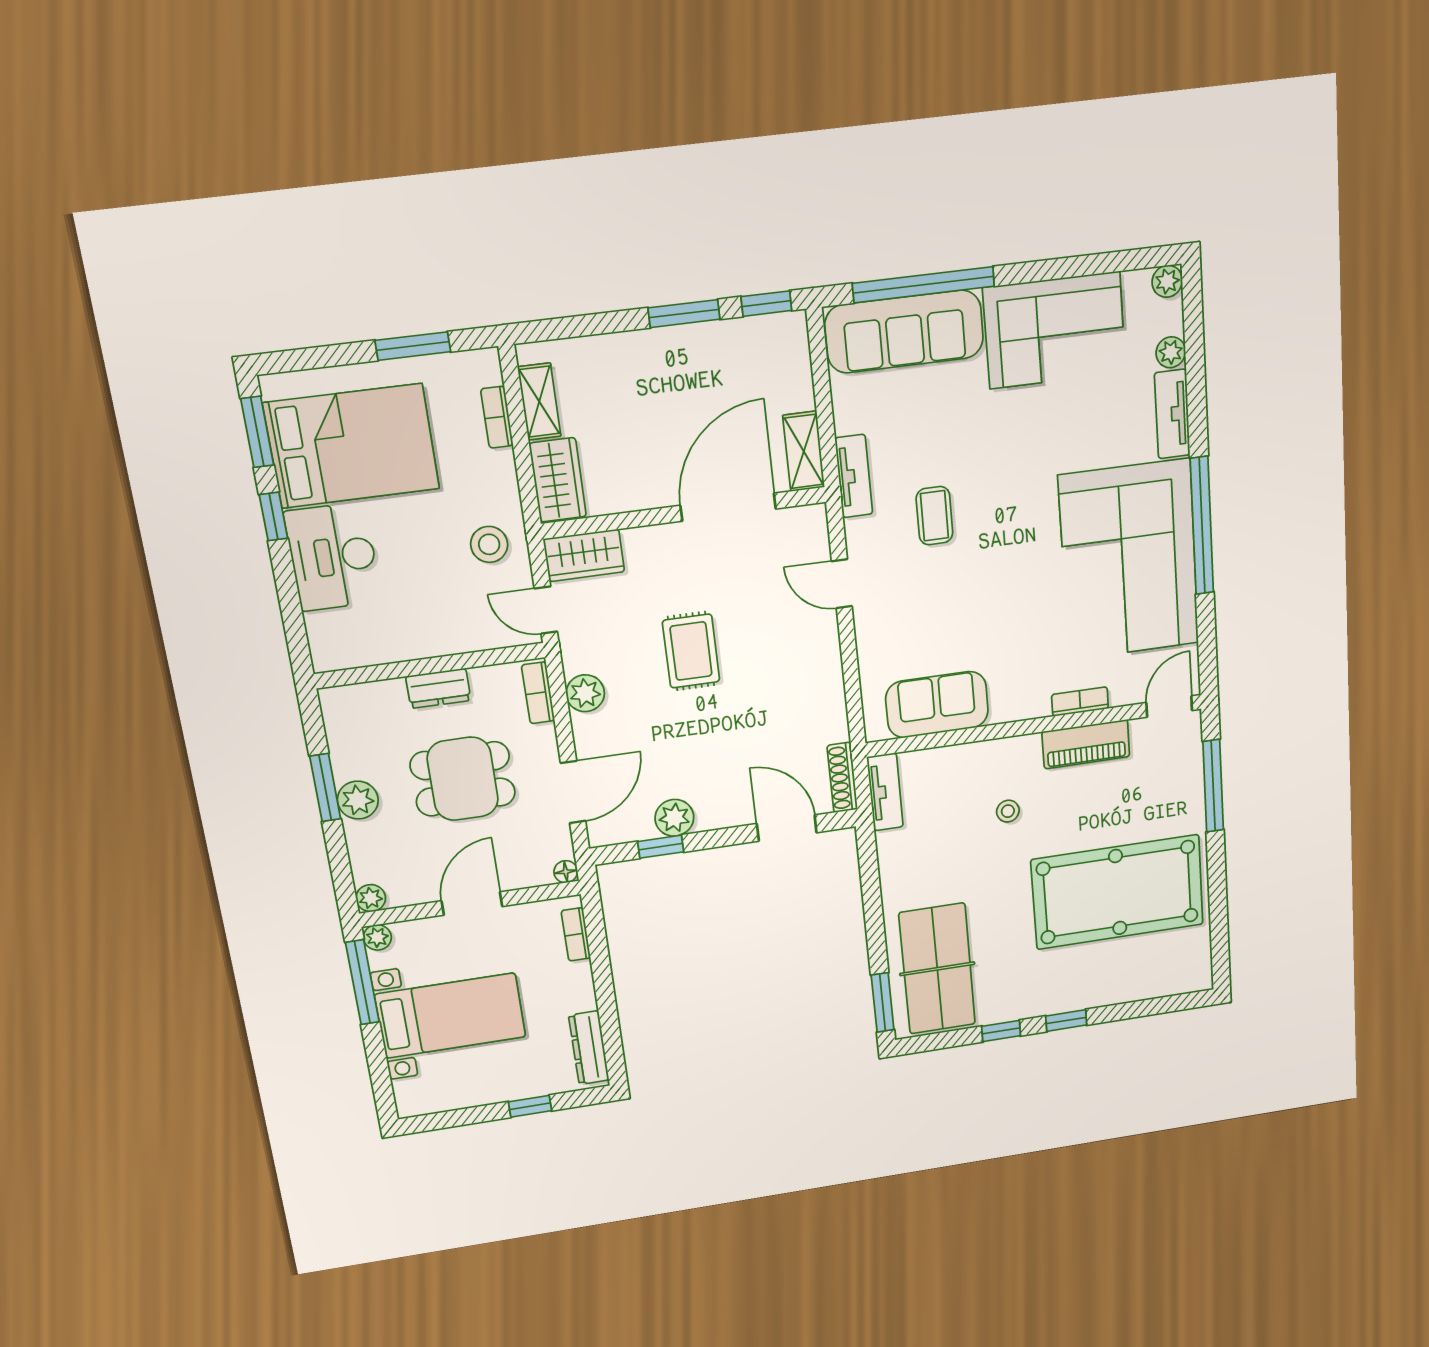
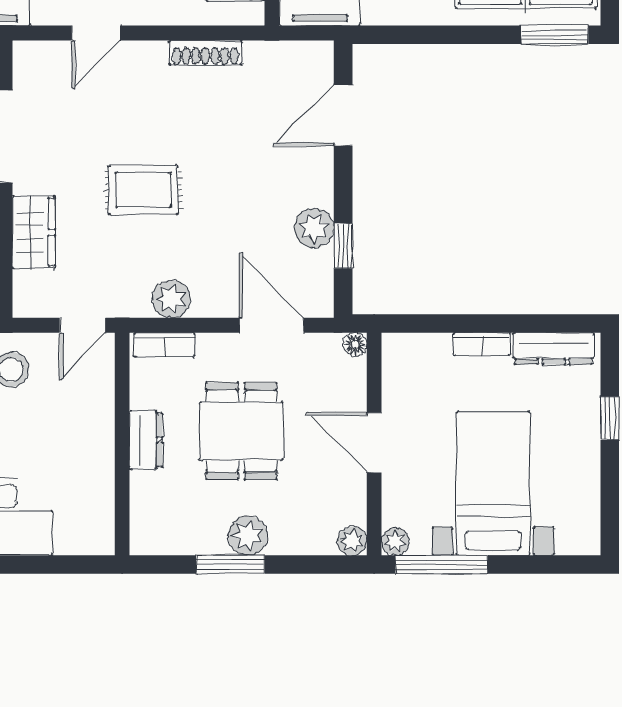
wardrobe: (584, 555) -> (34, 232), moved
shoe rack: (842, 778) -> (205, 53), moved
bookcase: (576, 934) -> (482, 344), moved

